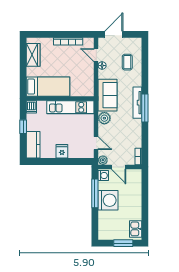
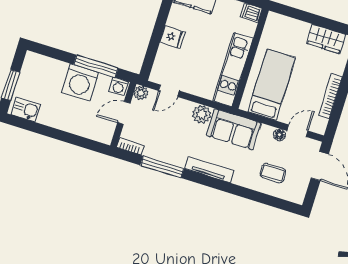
bed: (48, 87) -> (272, 85), moved, turned 180
window: (145, 108) -> (162, 167), moved

